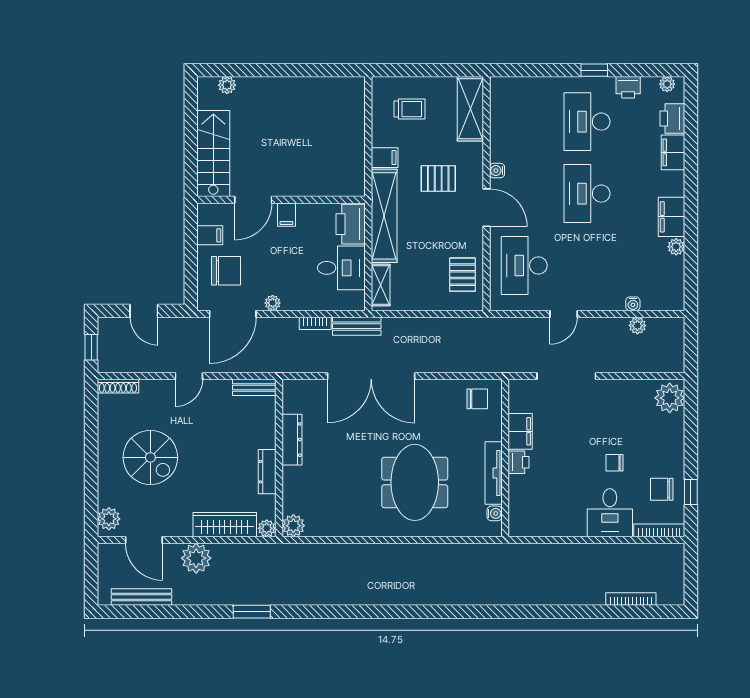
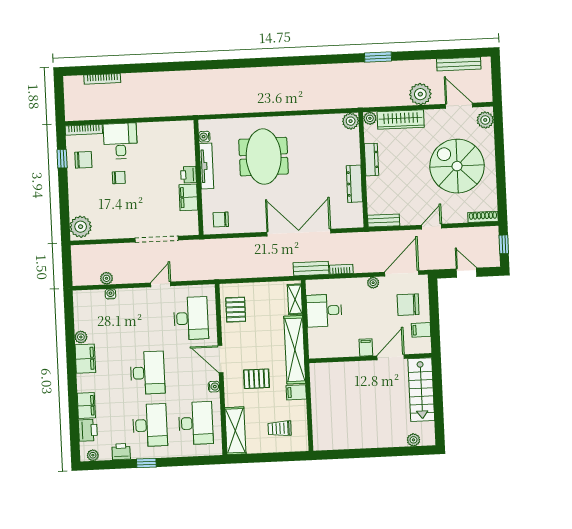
desk: (524, 122) -> (196, 423), added
printer: (351, 224) -> (319, 343), removed
spiral stairs: (150, 457) -> (457, 166), width x1.37, depth x1.37

